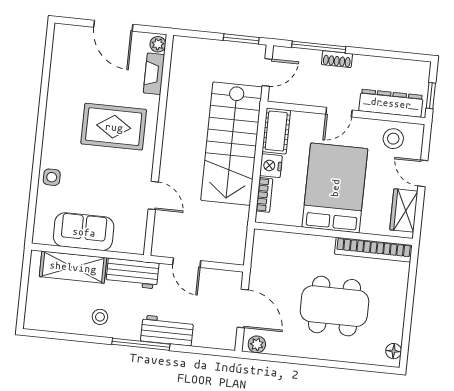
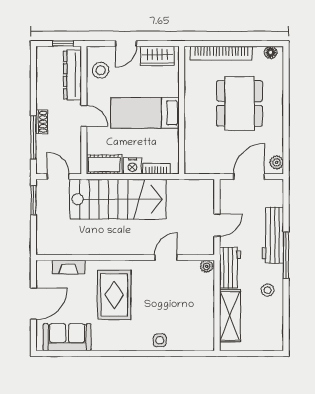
plant: (158, 44) -> (207, 266), moved
bed: (335, 188) -> (145, 113), width x0.67
sofa: (84, 232) -> (67, 337), moved, turned 90
bookcase: (373, 250) -> (221, 53), moved, turned 90
workbench: (167, 331) -> (273, 235), width x1.38

